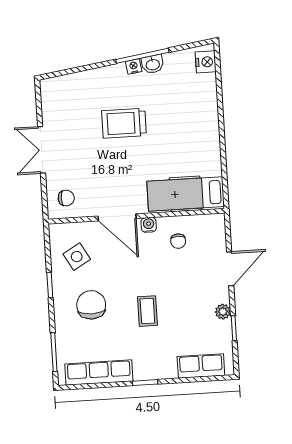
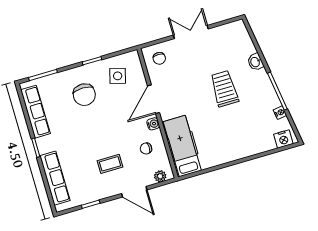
washbasin: (153, 64) -> (255, 62), moved
nightstand: (134, 67) -> (280, 113), moved
side table: (77, 257) -> (118, 76), turned 45
chair: (91, 305) -> (84, 95), turned 90
coffee table: (147, 311) -> (110, 164), moved
plant: (223, 312) -> (160, 176), moved
row of seats: (201, 366) -> (55, 178), width x1.48

